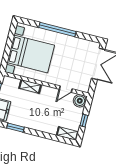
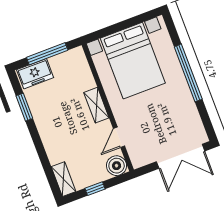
shelving: (30, 87) -> (96, 105), moved
door: (66, 89) -> (119, 137), hinge flipped

